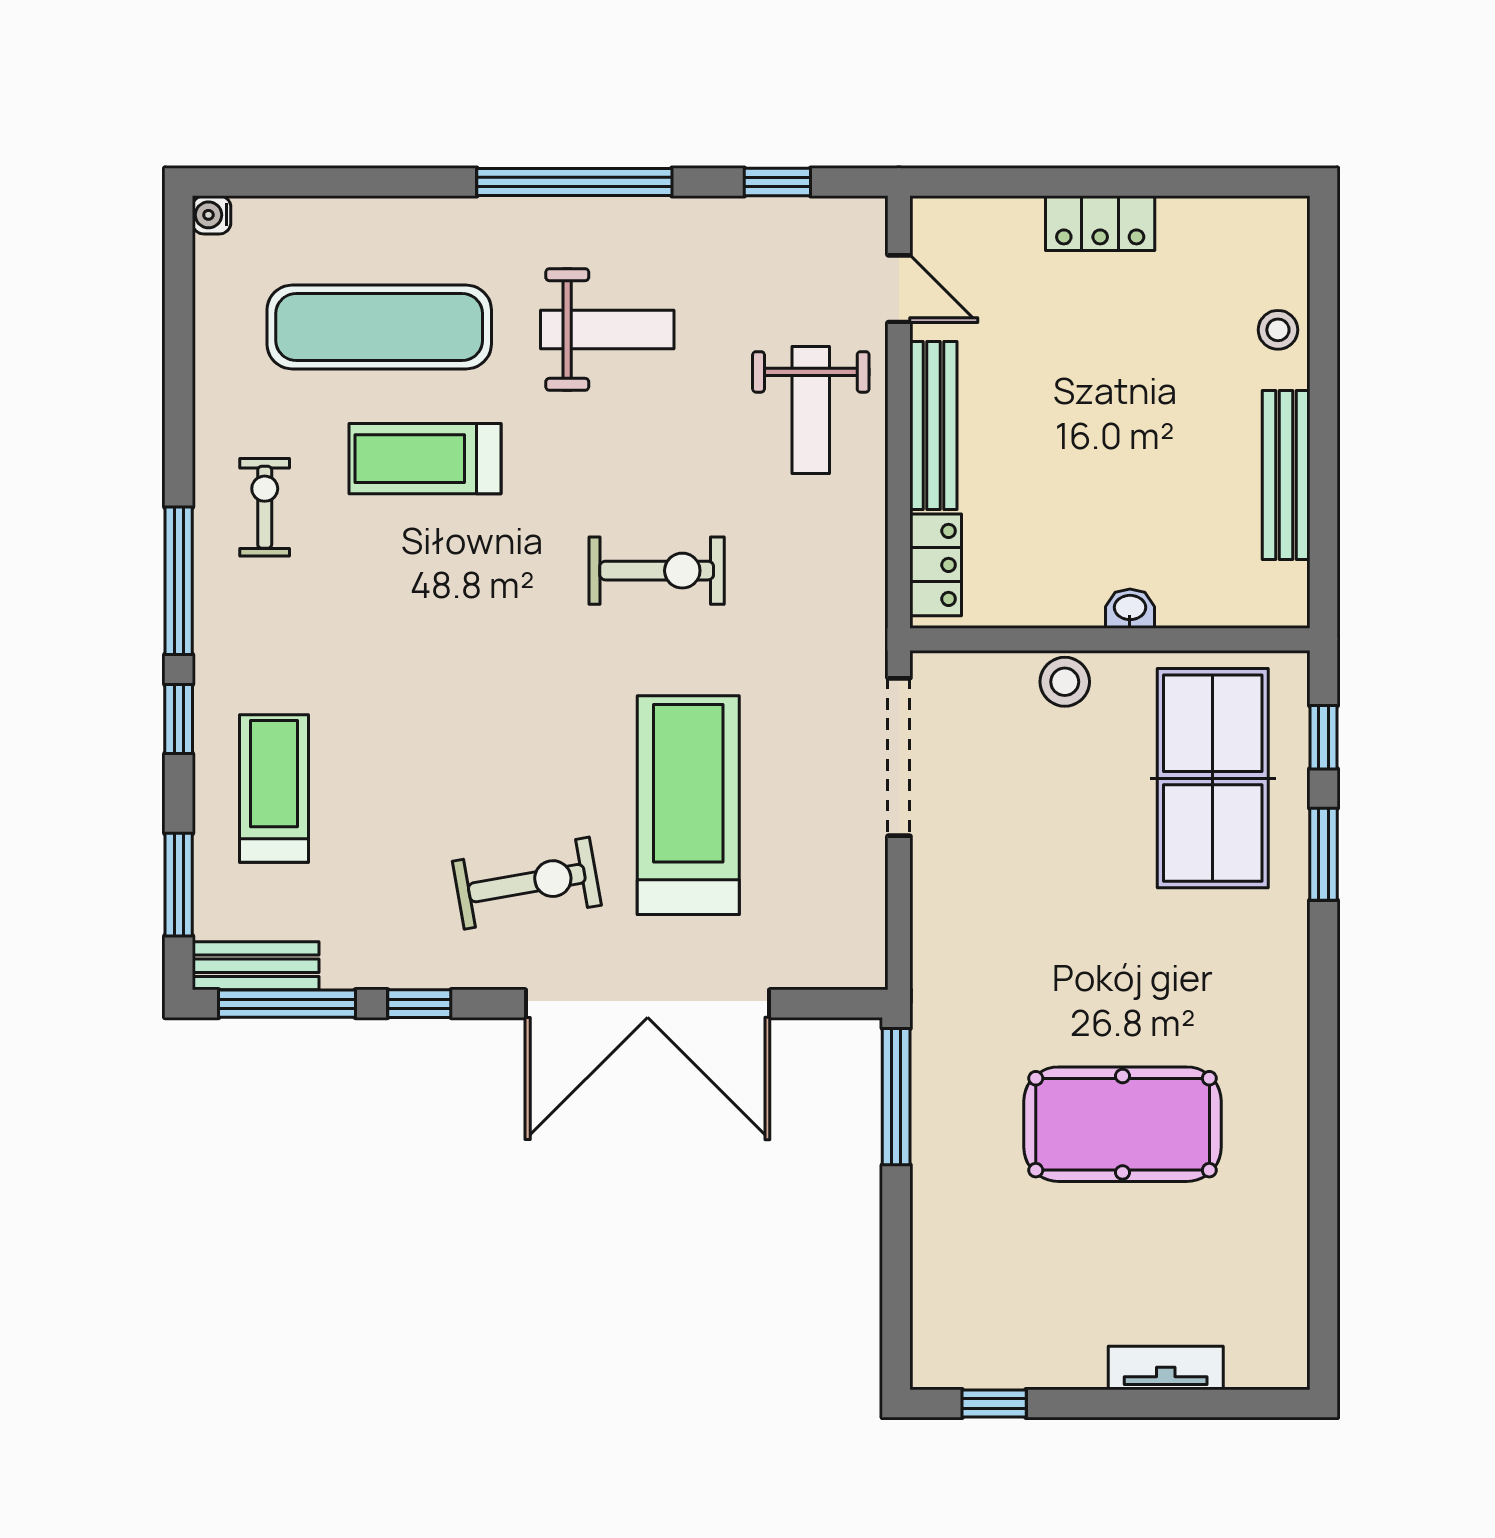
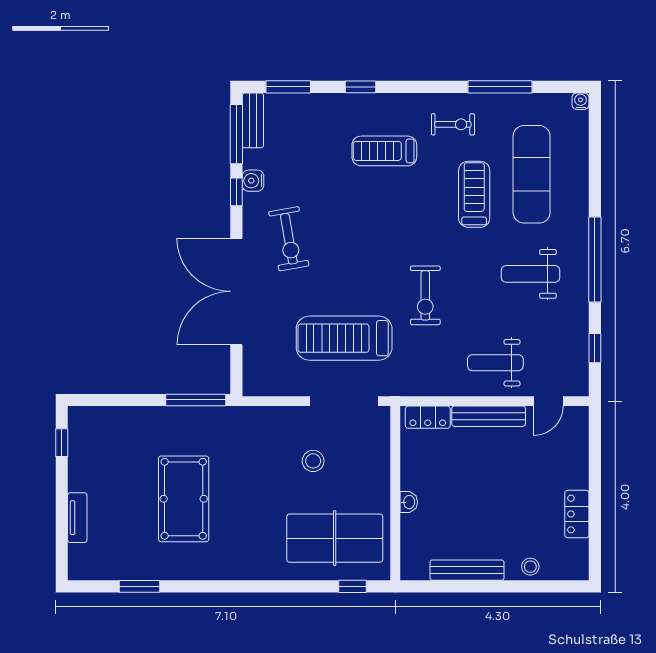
locker: (1100, 223) -> (577, 514), moved
weight bench: (607, 329) -> (531, 274), turned 90
window: (179, 581) -> (500, 87), moved
stool: (1065, 682) -> (313, 461), moved
treadmill: (274, 788) -> (384, 151), moved, turned 180
treadmill: (688, 805) -> (344, 338), moved, turned 180
window: (1323, 854) -> (139, 586), moved
water cooler: (394, 965) -> (253, 181), added

